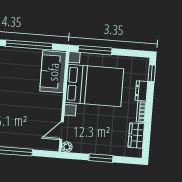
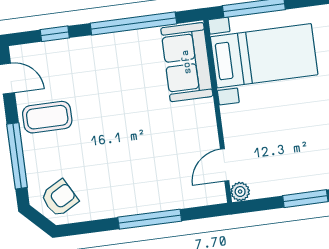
bed with nightstands: (94, 86) -> (264, 56), width x0.73

